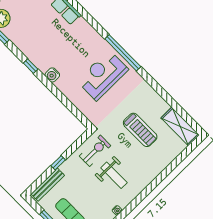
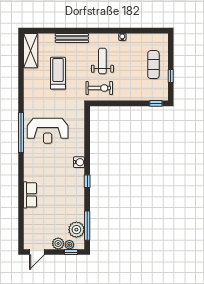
exercise bike: (95, 151) -> (99, 88), turned 180
window: (58, 163) -> (156, 103), moved
bench: (48, 185) -> (72, 38), moved

